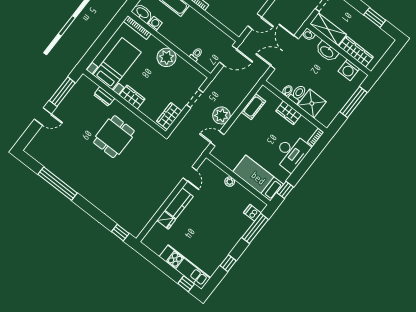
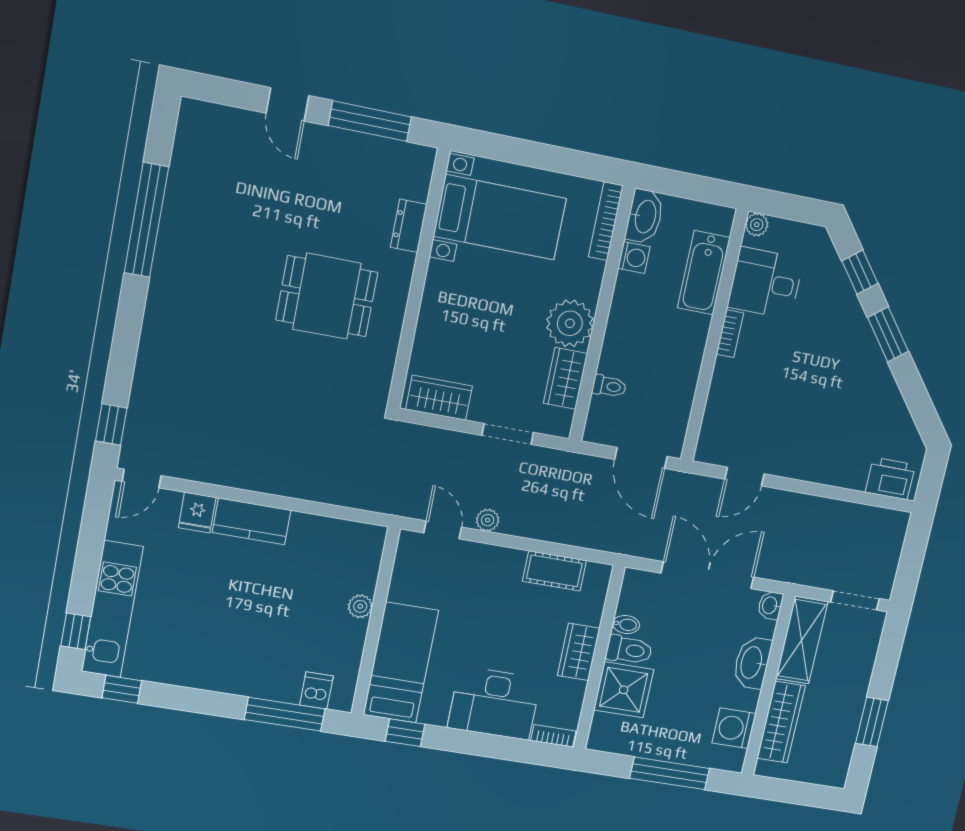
door: (255, 21) -> (744, 477), hinge flipped
wardrobe: (132, 97) -> (565, 378), moved, turned 180
plant: (221, 115) -> (488, 520), width x0.53, depth x0.53
door: (190, 174) -> (142, 478), moved
window: (228, 263) -> (122, 689), moved

